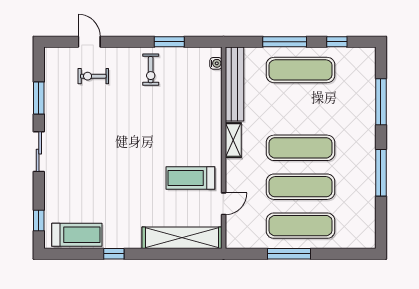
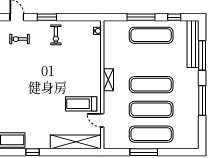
window: (169, 42) -> (47, 17), moved
bench: (234, 84) -> (193, 44), moved
door: (224, 204) -> (102, 120), swing flipped

